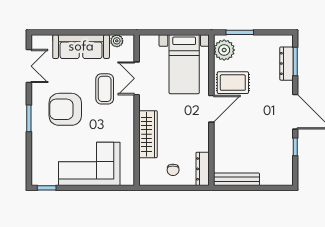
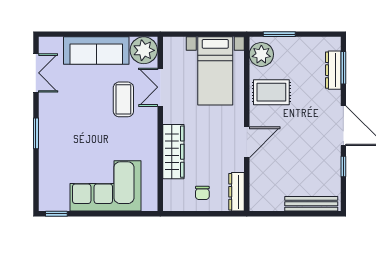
plant: (117, 41) -> (144, 50), width x1.87, depth x1.87
armchair: (65, 109) -> (78, 123), removed
door: (211, 109) -> (247, 142), moved
bench: (237, 179) -> (311, 204), moved

